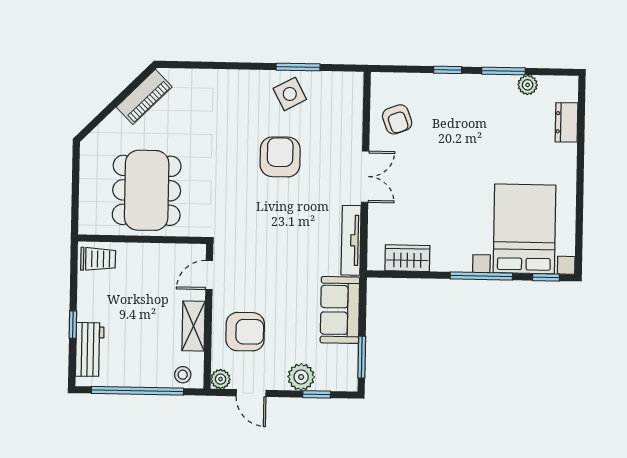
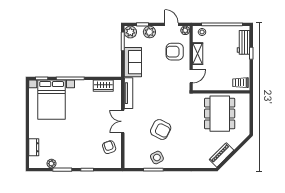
armchair: (280, 157) -> (161, 130), turned -63
plant: (344, 378) -> (130, 32), added

